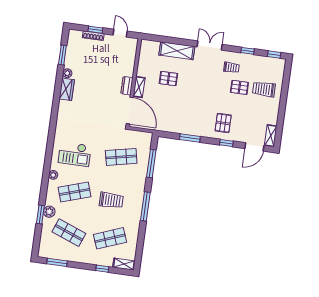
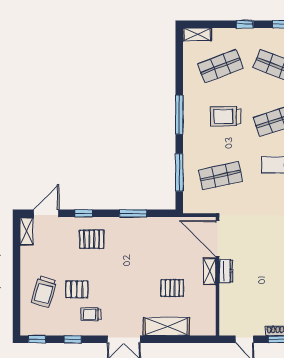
trolley: (264, 89) -> (44, 291), turned 106
pallet: (223, 123) -> (92, 239), turned 90
window: (102, 269) -> (245, 24), moved

